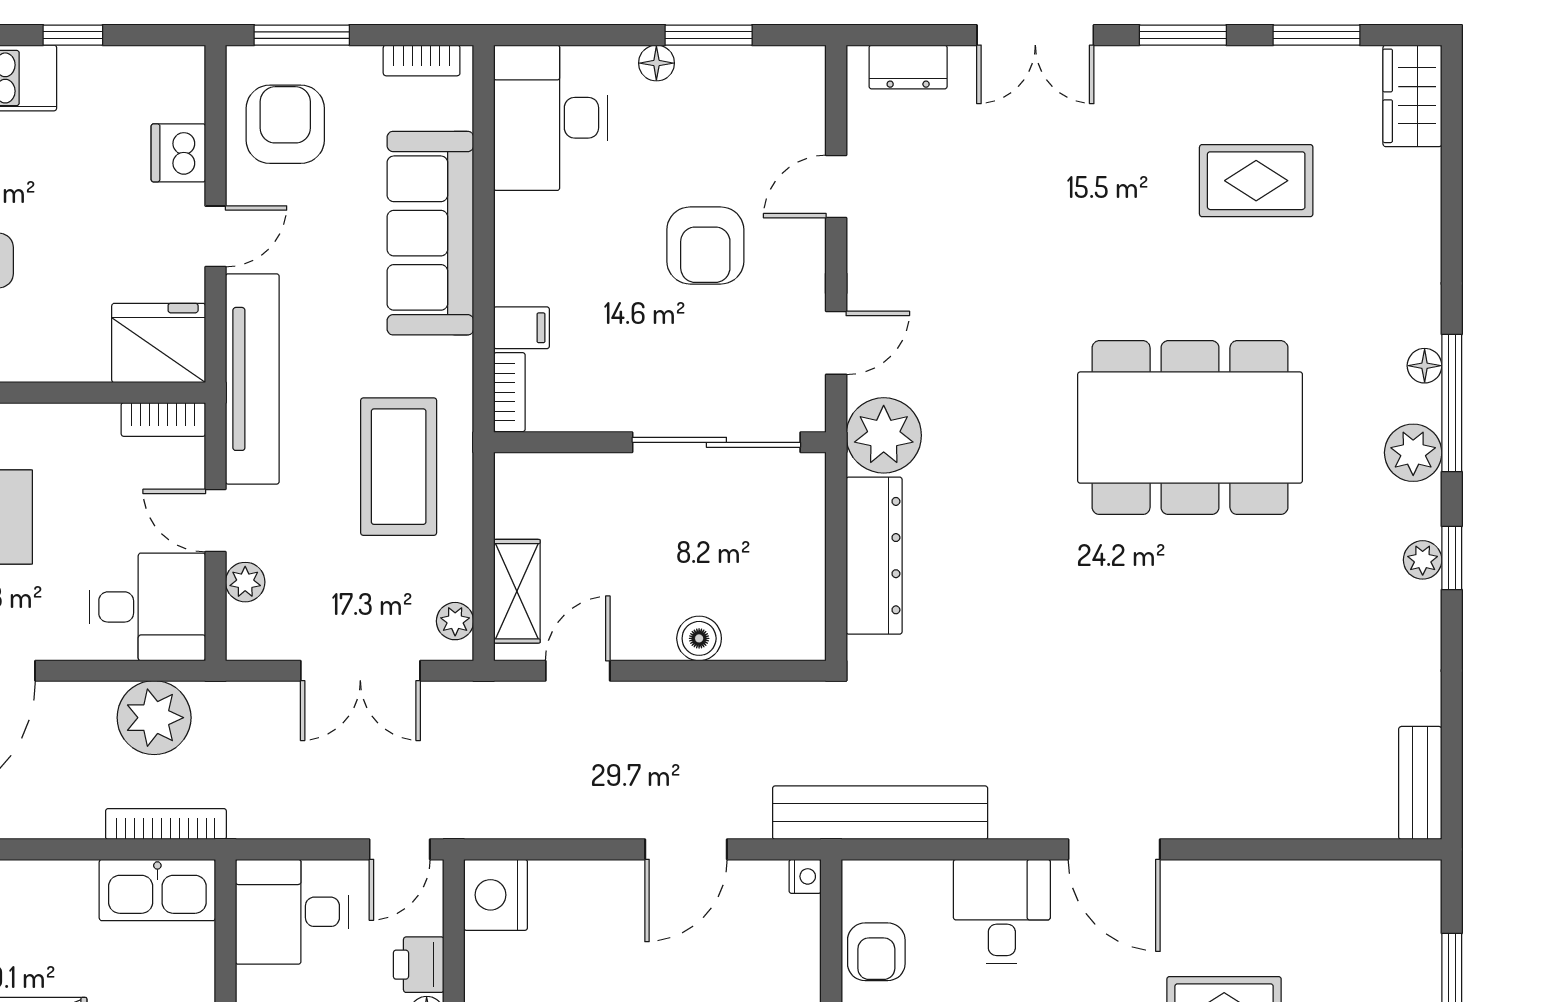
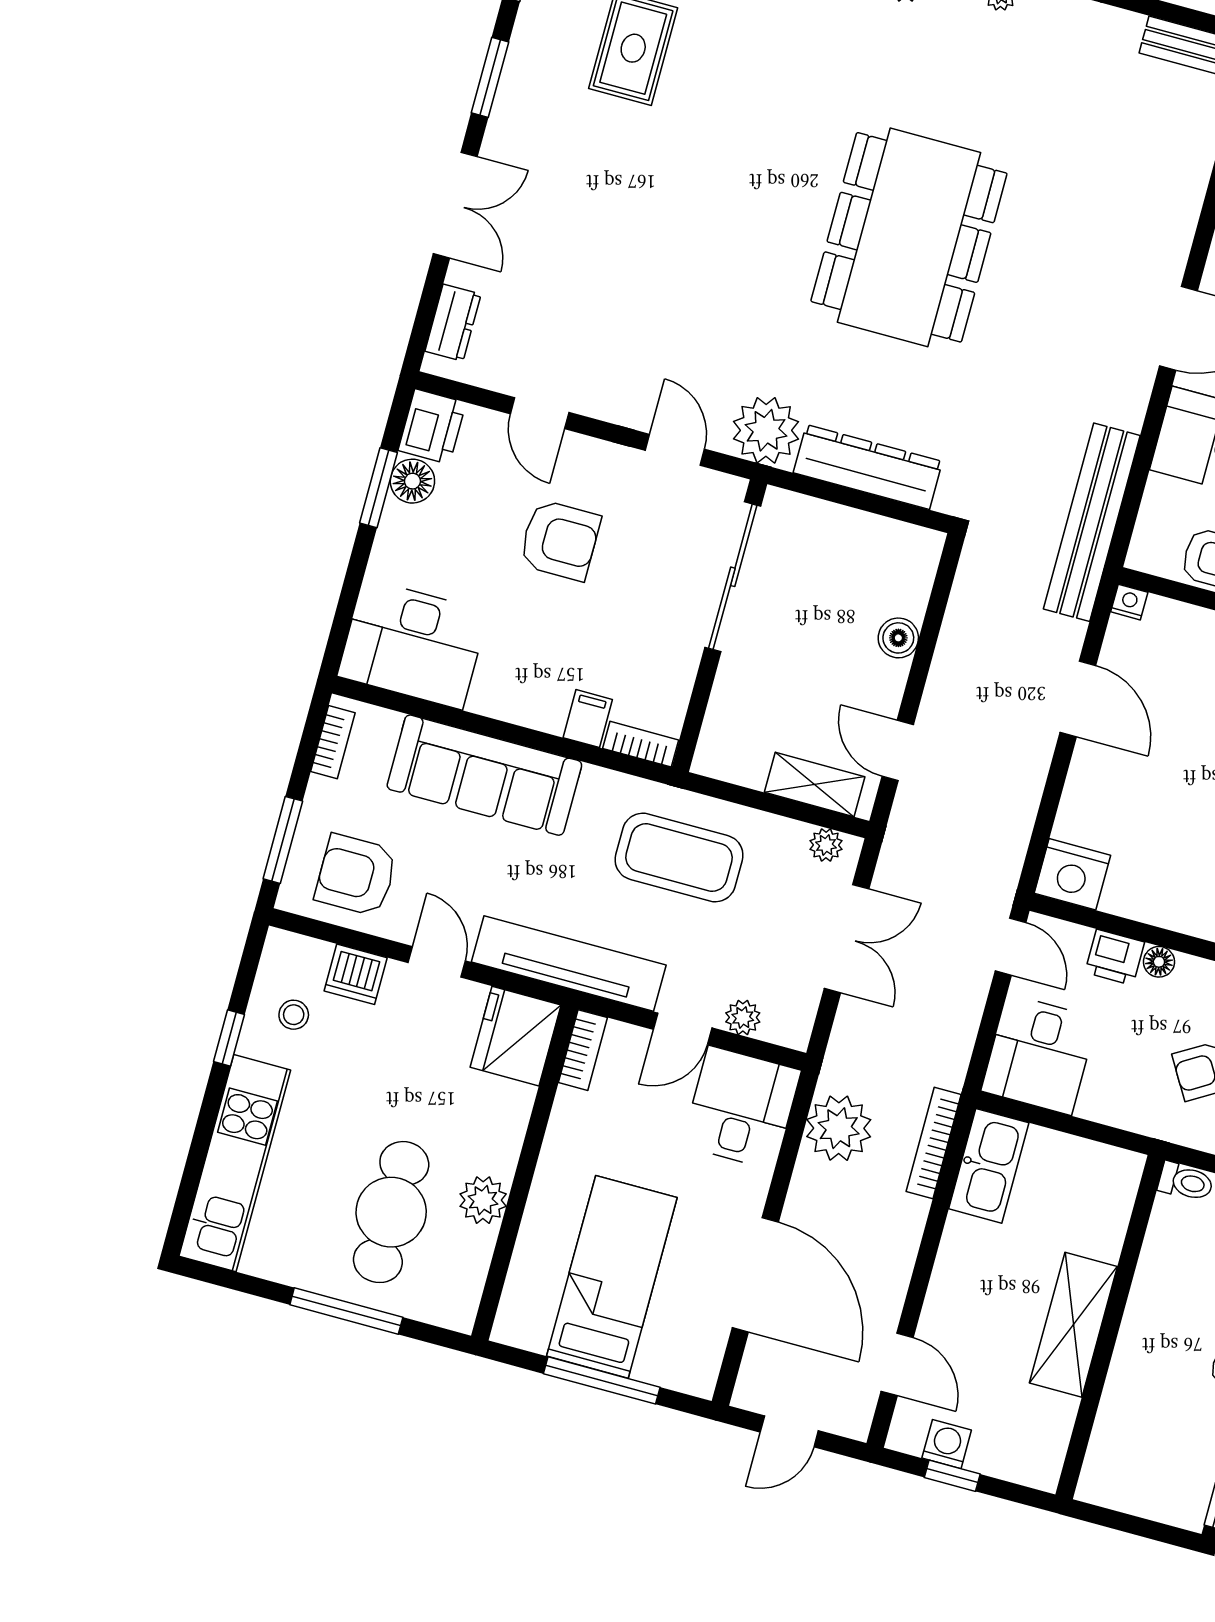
floor lamp: (656, 63) -> (412, 481), moved, width x1.37, depth x1.37
printer: (790, 75) -> (432, 426), added
stool: (117, 98) -> (294, 1015), added
dining table: (1190, 428) -> (909, 237), moved

